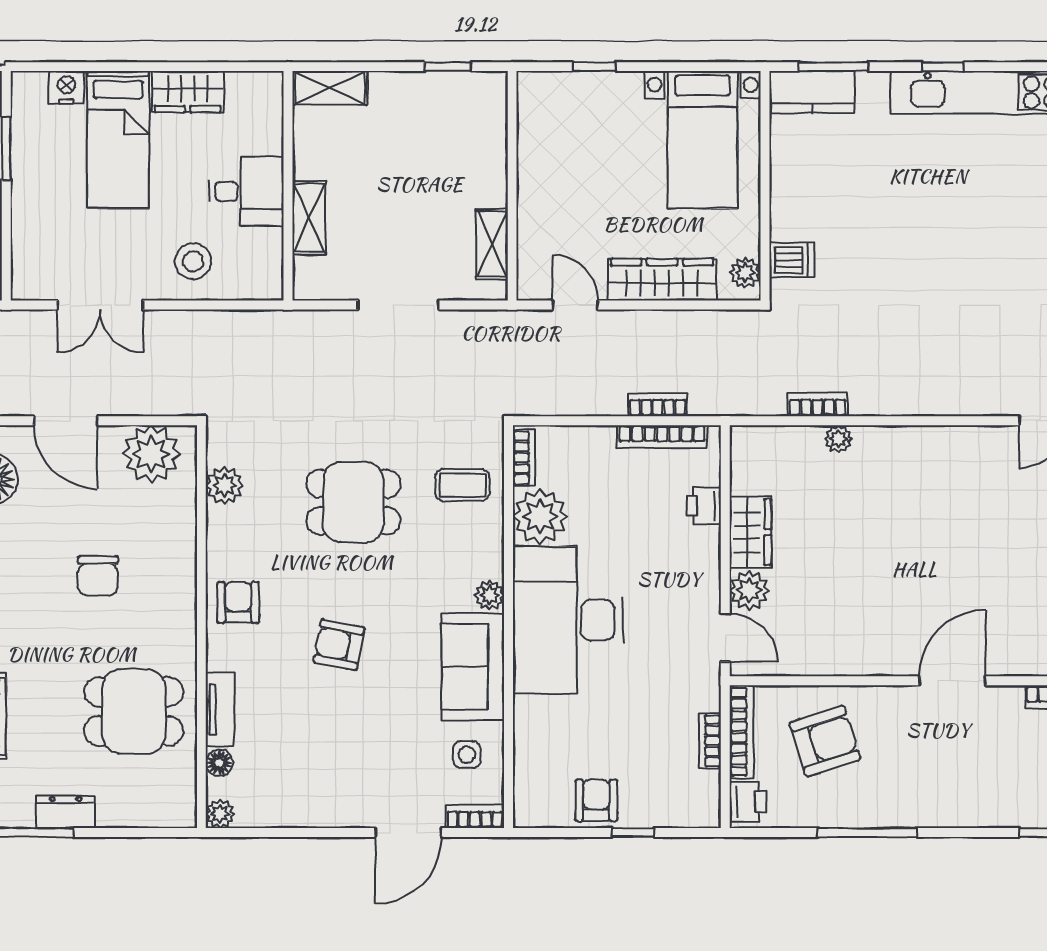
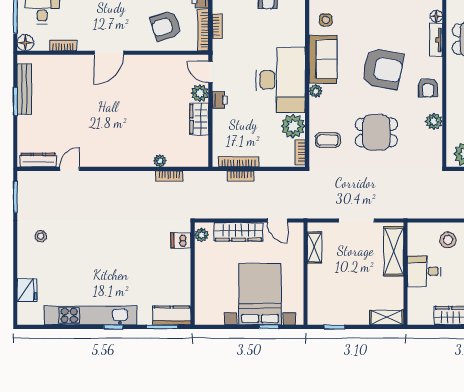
bed with nightstands: (703, 140) -> (260, 294), moved, width x1.36
shelving: (309, 218) -> (394, 251), width x1.50, depth x1.33
plant: (224, 485) -> (434, 121), moved
printer: (704, 506) -> (220, 100), moved
armchair: (339, 645) -> (383, 69), width x1.88, depth x1.88

